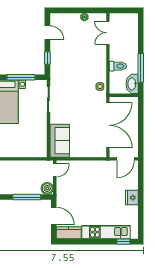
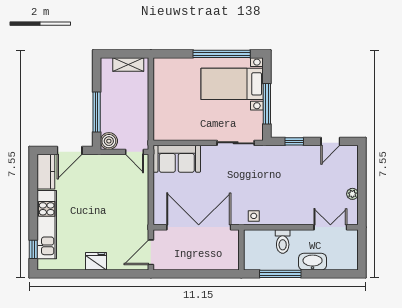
washbasin: (132, 84) -> (313, 262), moved
double door: (108, 125) -> (199, 227), swing flipped
door: (126, 159) -> (151, 252), hinge flipped

